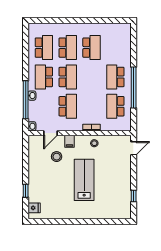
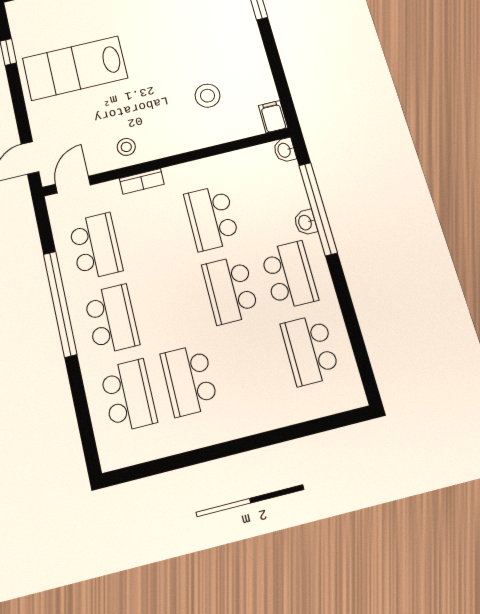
school desk: (68, 48) -> (128, 395), moved, turned 180
door: (50, 133) -> (73, 185), moved
filing cabinet: (69, 141) -> (273, 117), moved
lab bench: (84, 180) -> (75, 68), moved, turned 90

